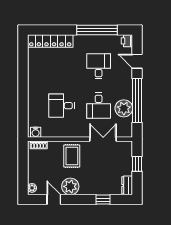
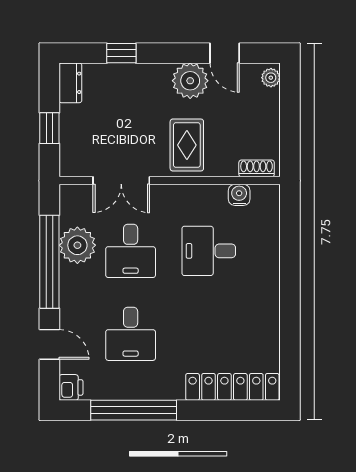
desk: (61, 106) -> (209, 251), turned 180
desk: (99, 106) -> (131, 251), turned 180
water cooler: (36, 132) -> (239, 195), moved

